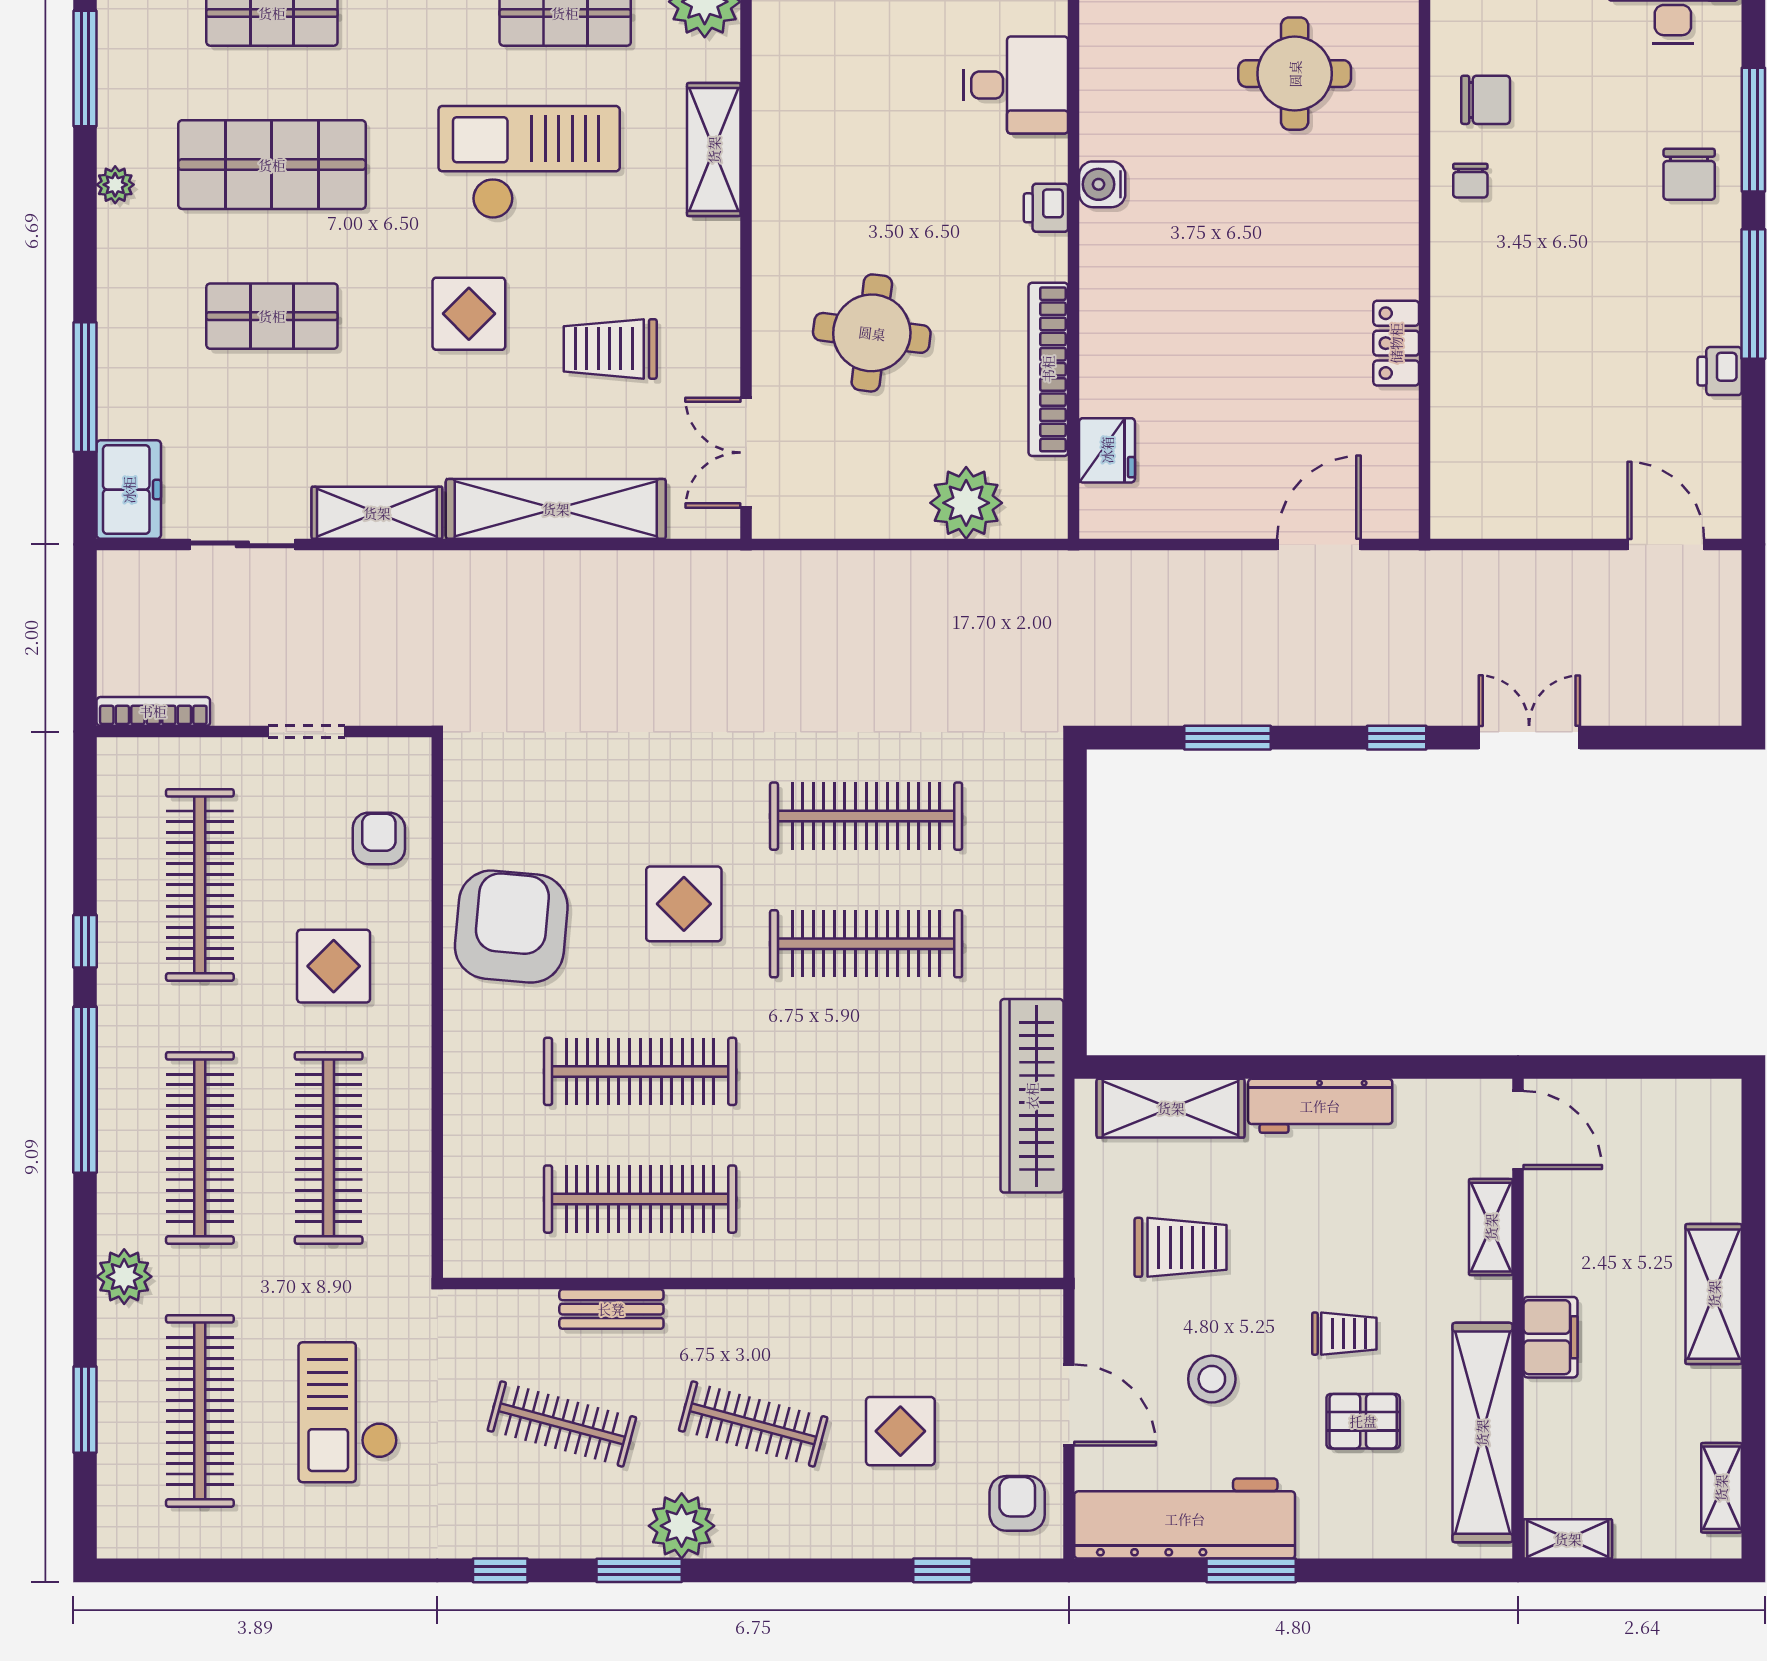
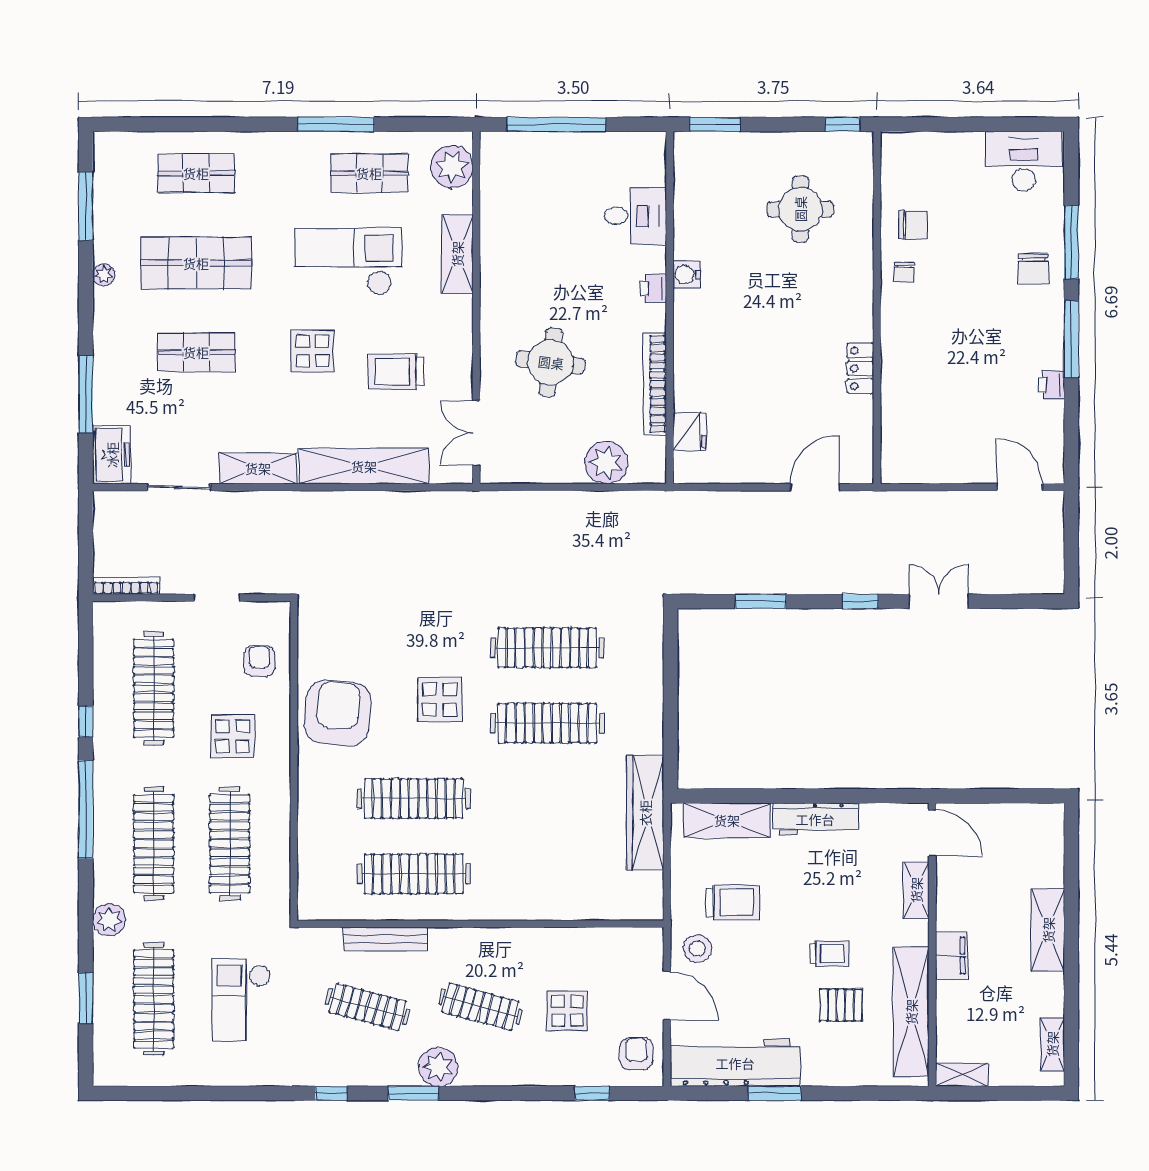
bench: (611, 1309) -> (386, 939), width x1.36
stool: (1212, 1379) -> (697, 949), moved

